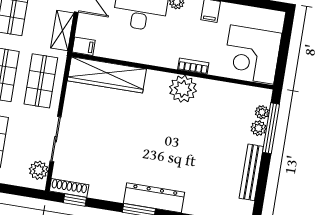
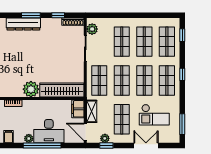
filing cabinet: (84, 46) -> (78, 109), width x2.00
plant: (183, 89) -> (31, 89), moved
window: (75, 200) -> (58, 15), moved

